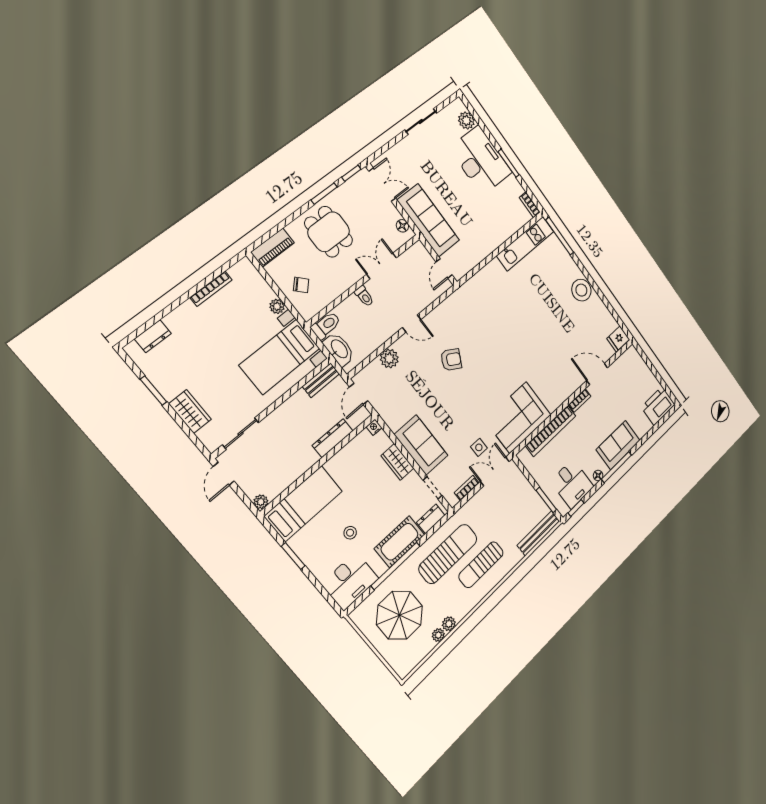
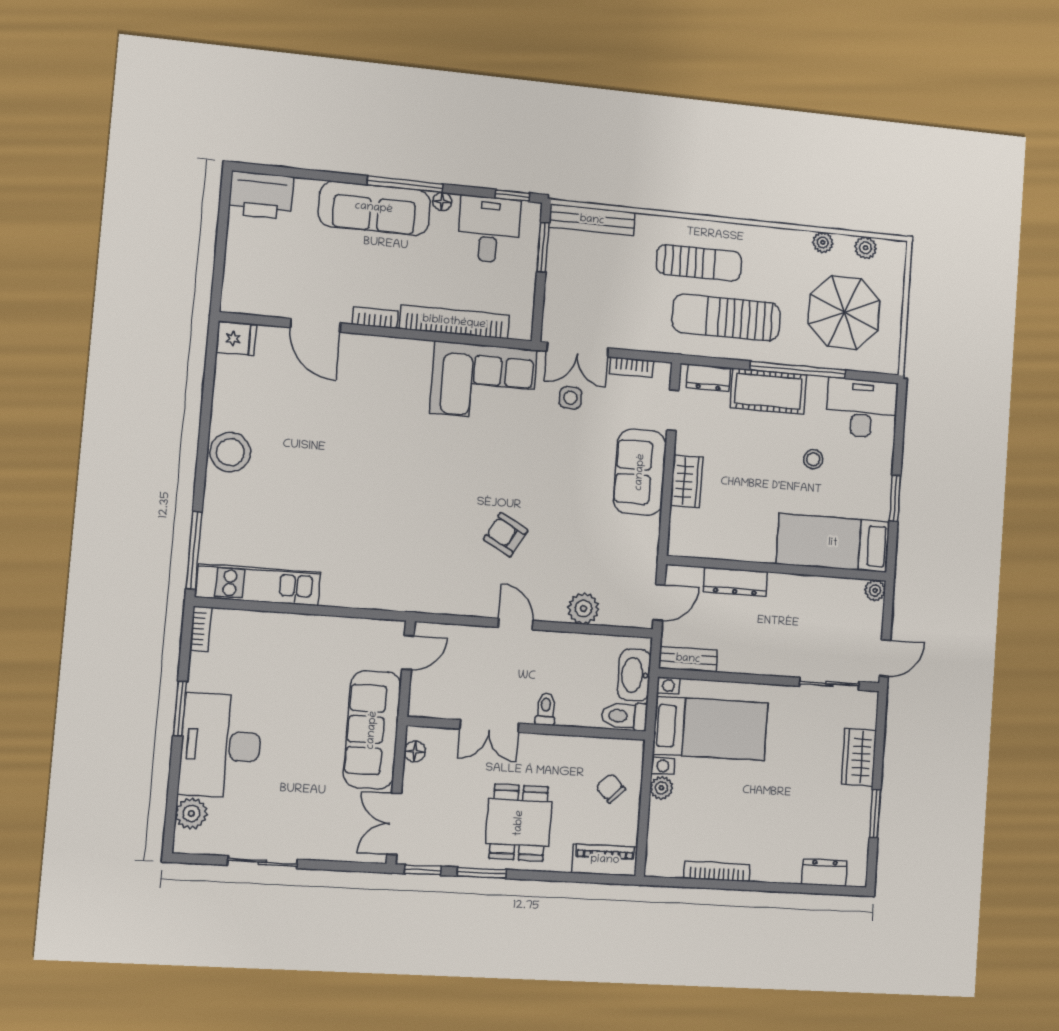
nightstand: (374, 427) -> (677, 547), removed
sofa: (618, 445) -> (374, 208), width x1.36
plant: (449, 624) -> (865, 248), moved

